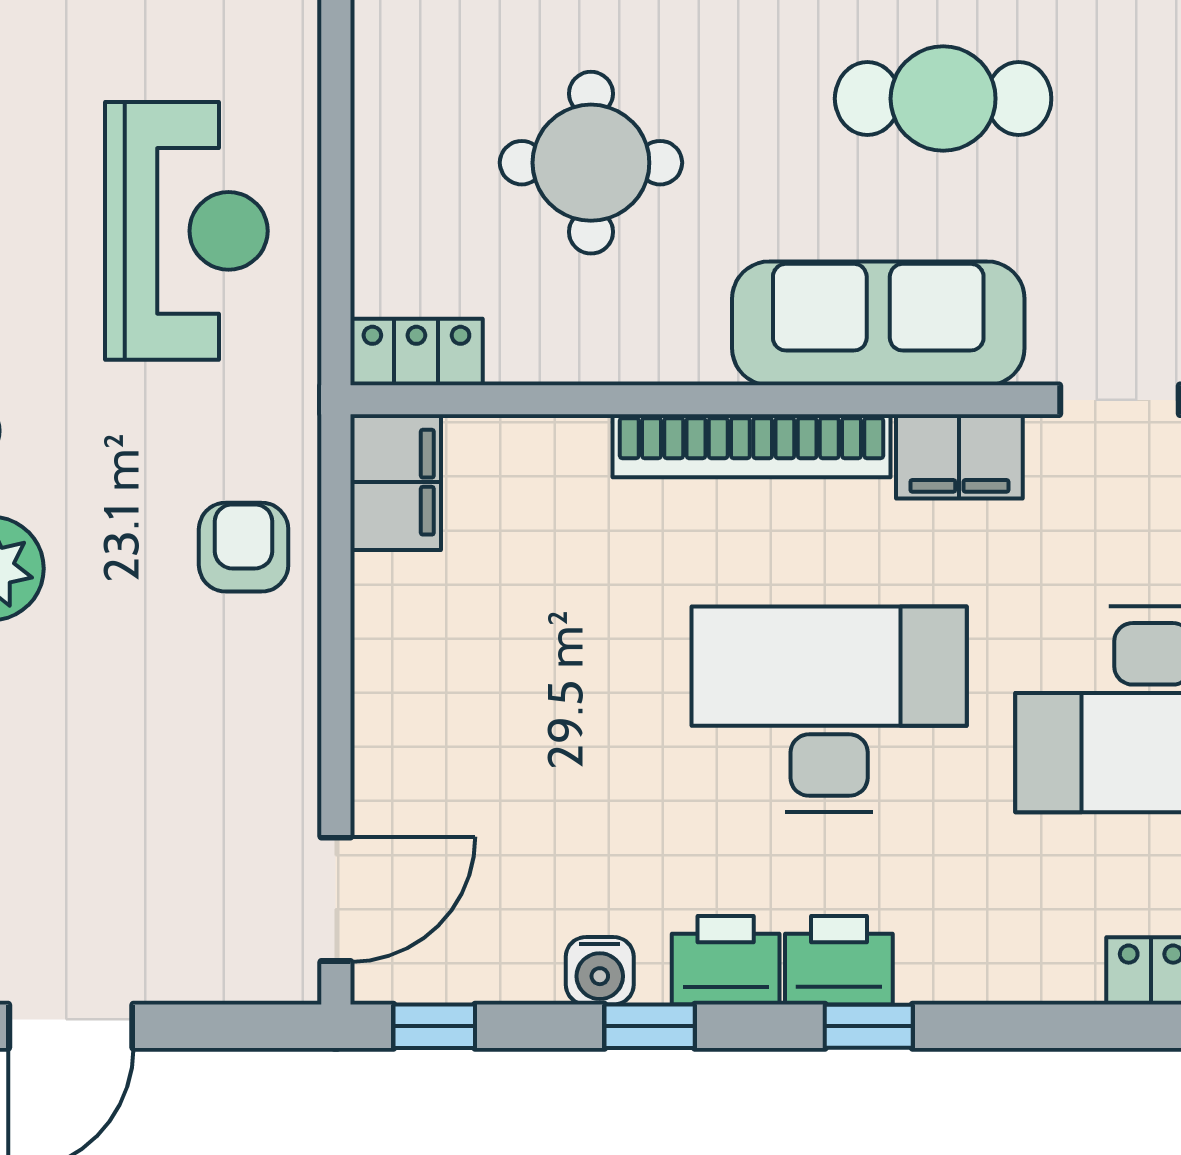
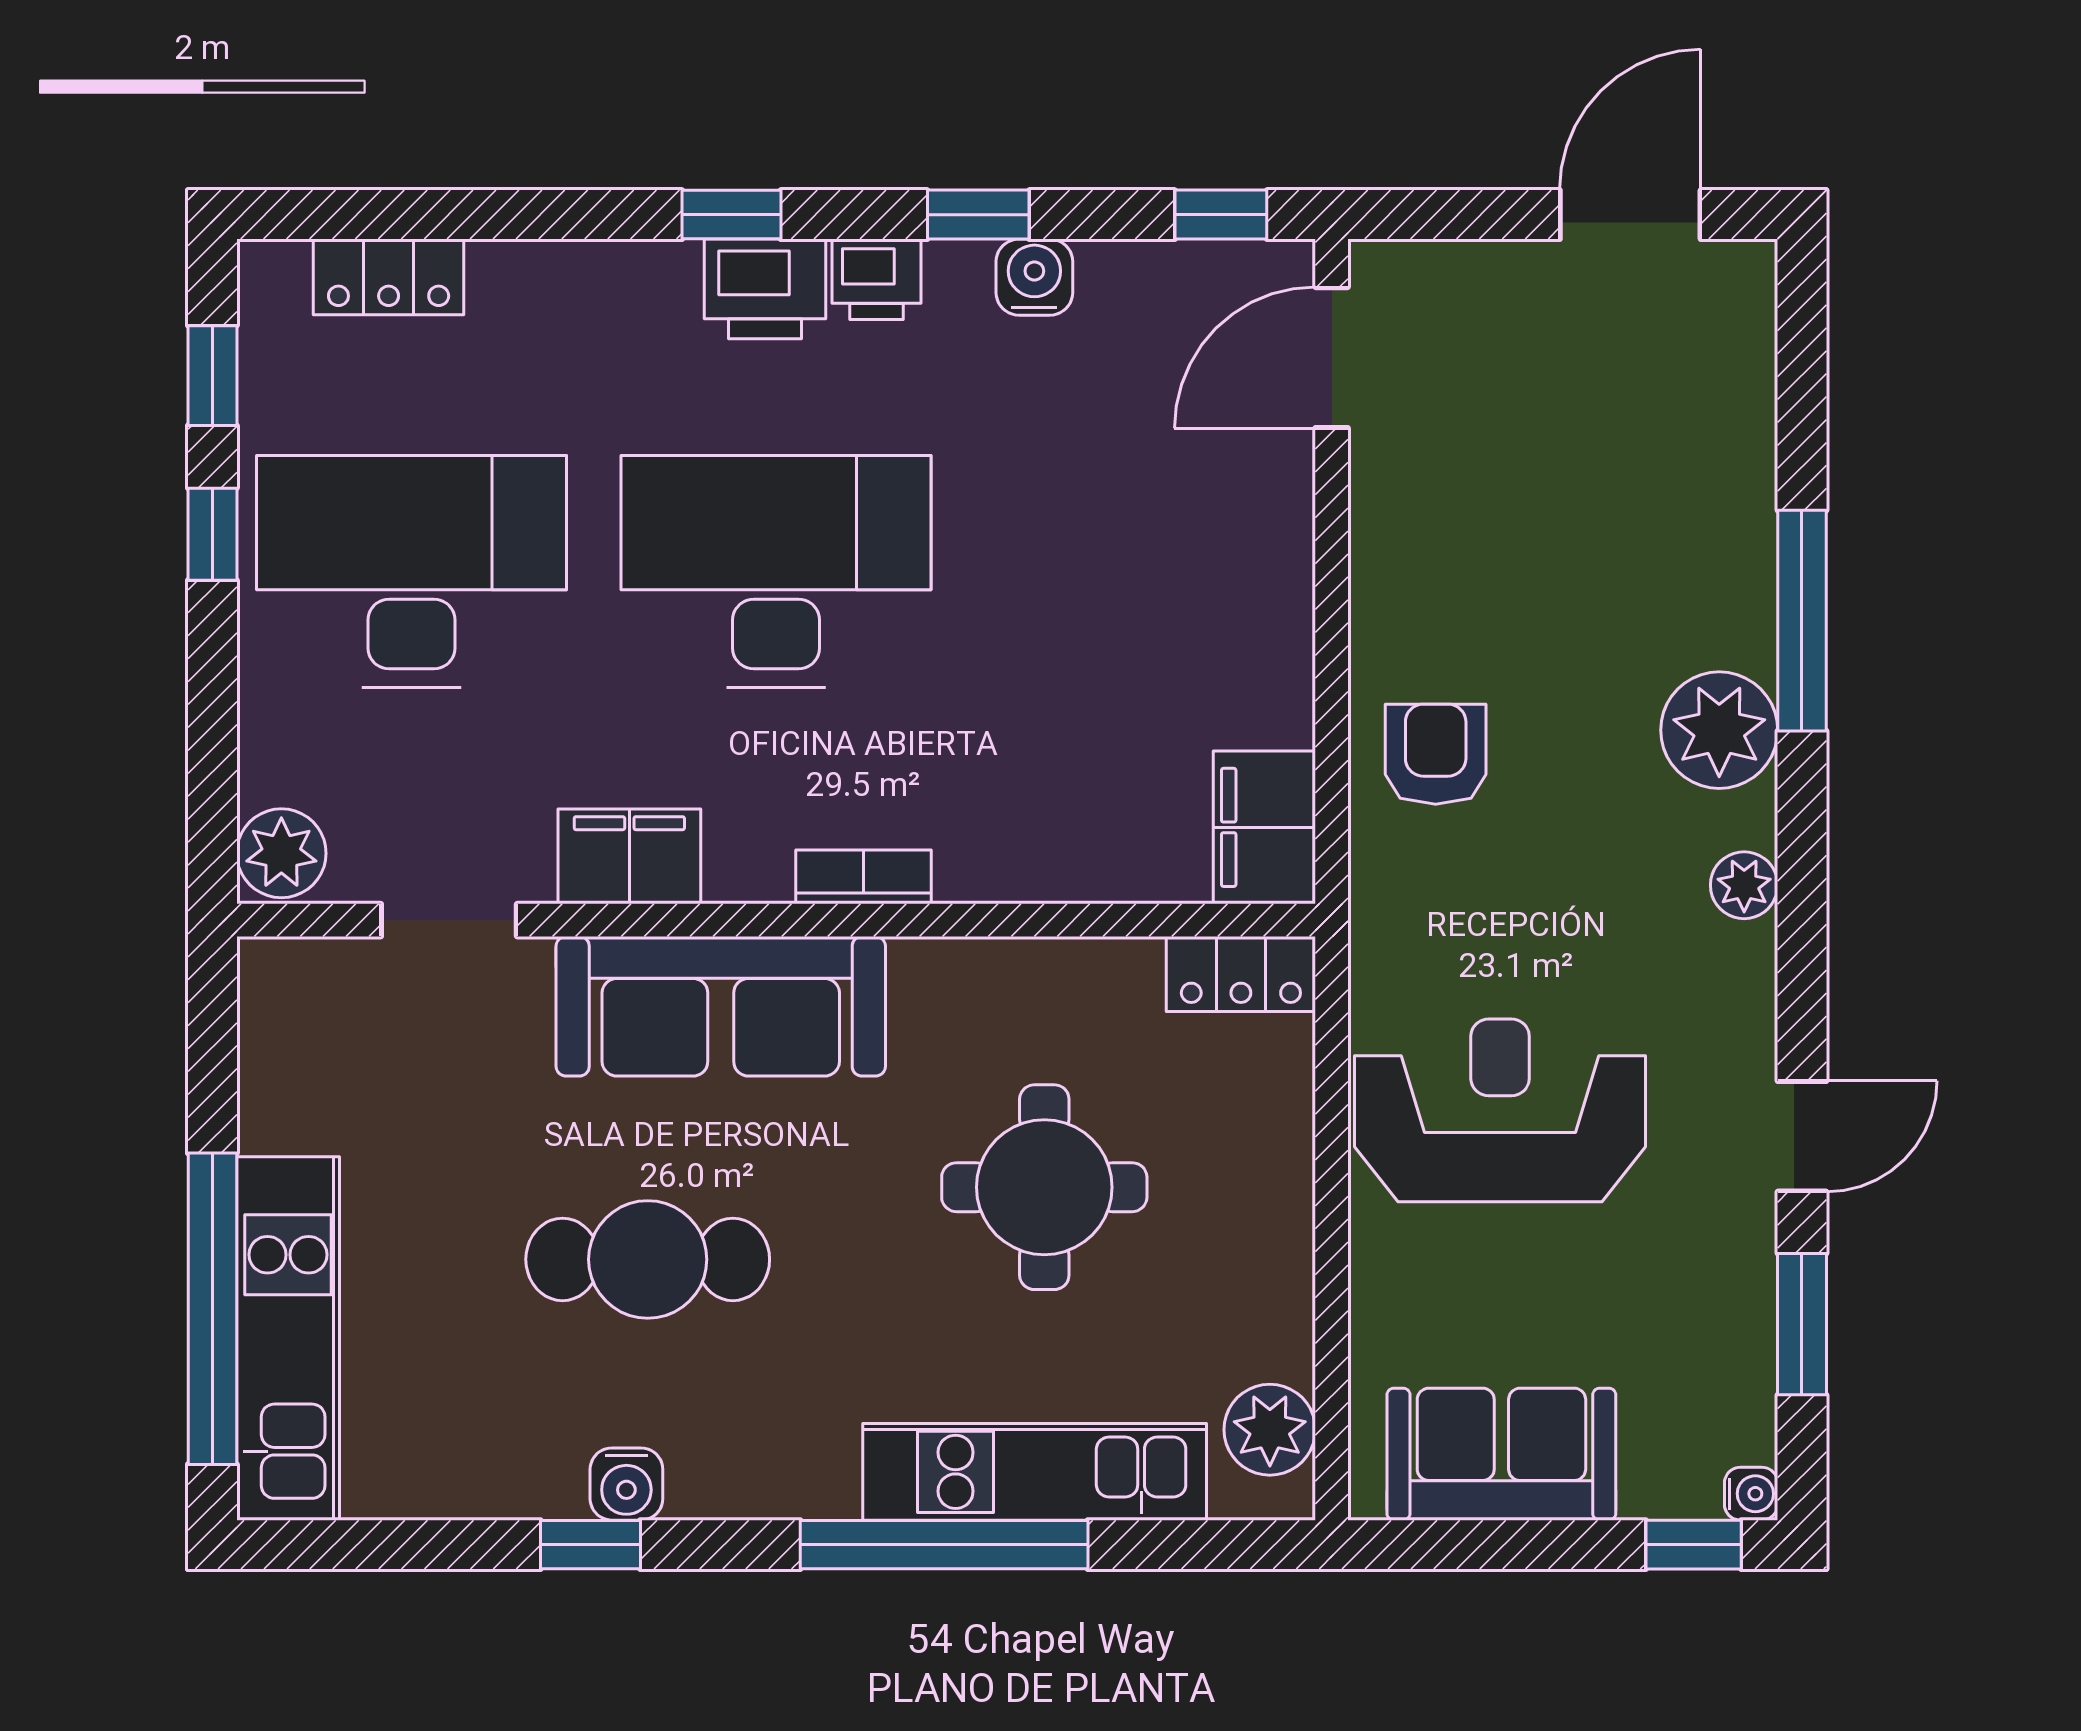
reception desk: (186, 231) -> (1500, 1110), turned 90
bookcase: (752, 446) -> (863, 877), width x0.43, depth x0.76
armchair: (244, 547) -> (1436, 754), turned 180
desk: (829, 709) -> (776, 571), turned 180
printer: (726, 960) -> (876, 279), width x0.73, depth x0.81

